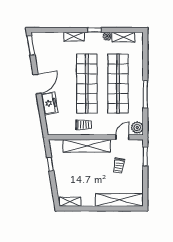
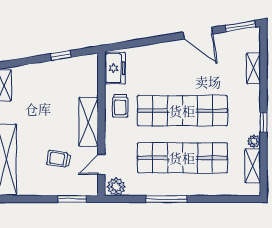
shelving: (74, 37) -> (253, 68), moved
door: (37, 84) -> (198, 33), moved
freezer: (49, 103) -> (115, 68), moved, turned -81
door: (122, 137) -> (101, 164), swing flipped
shelving: (87, 146) -> (88, 122), width x0.68

